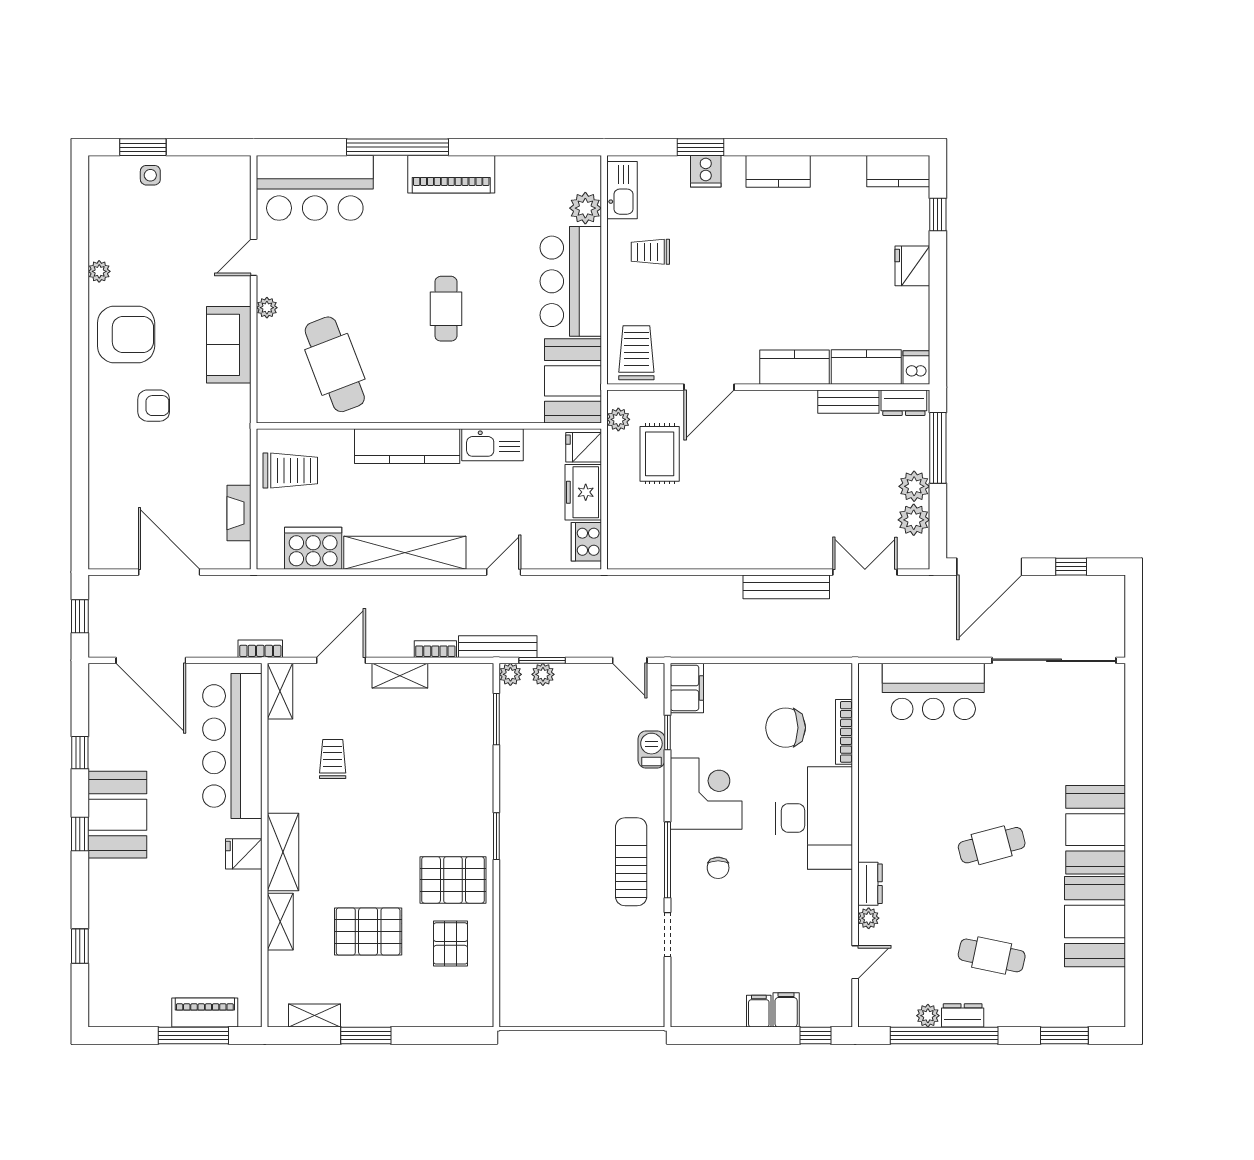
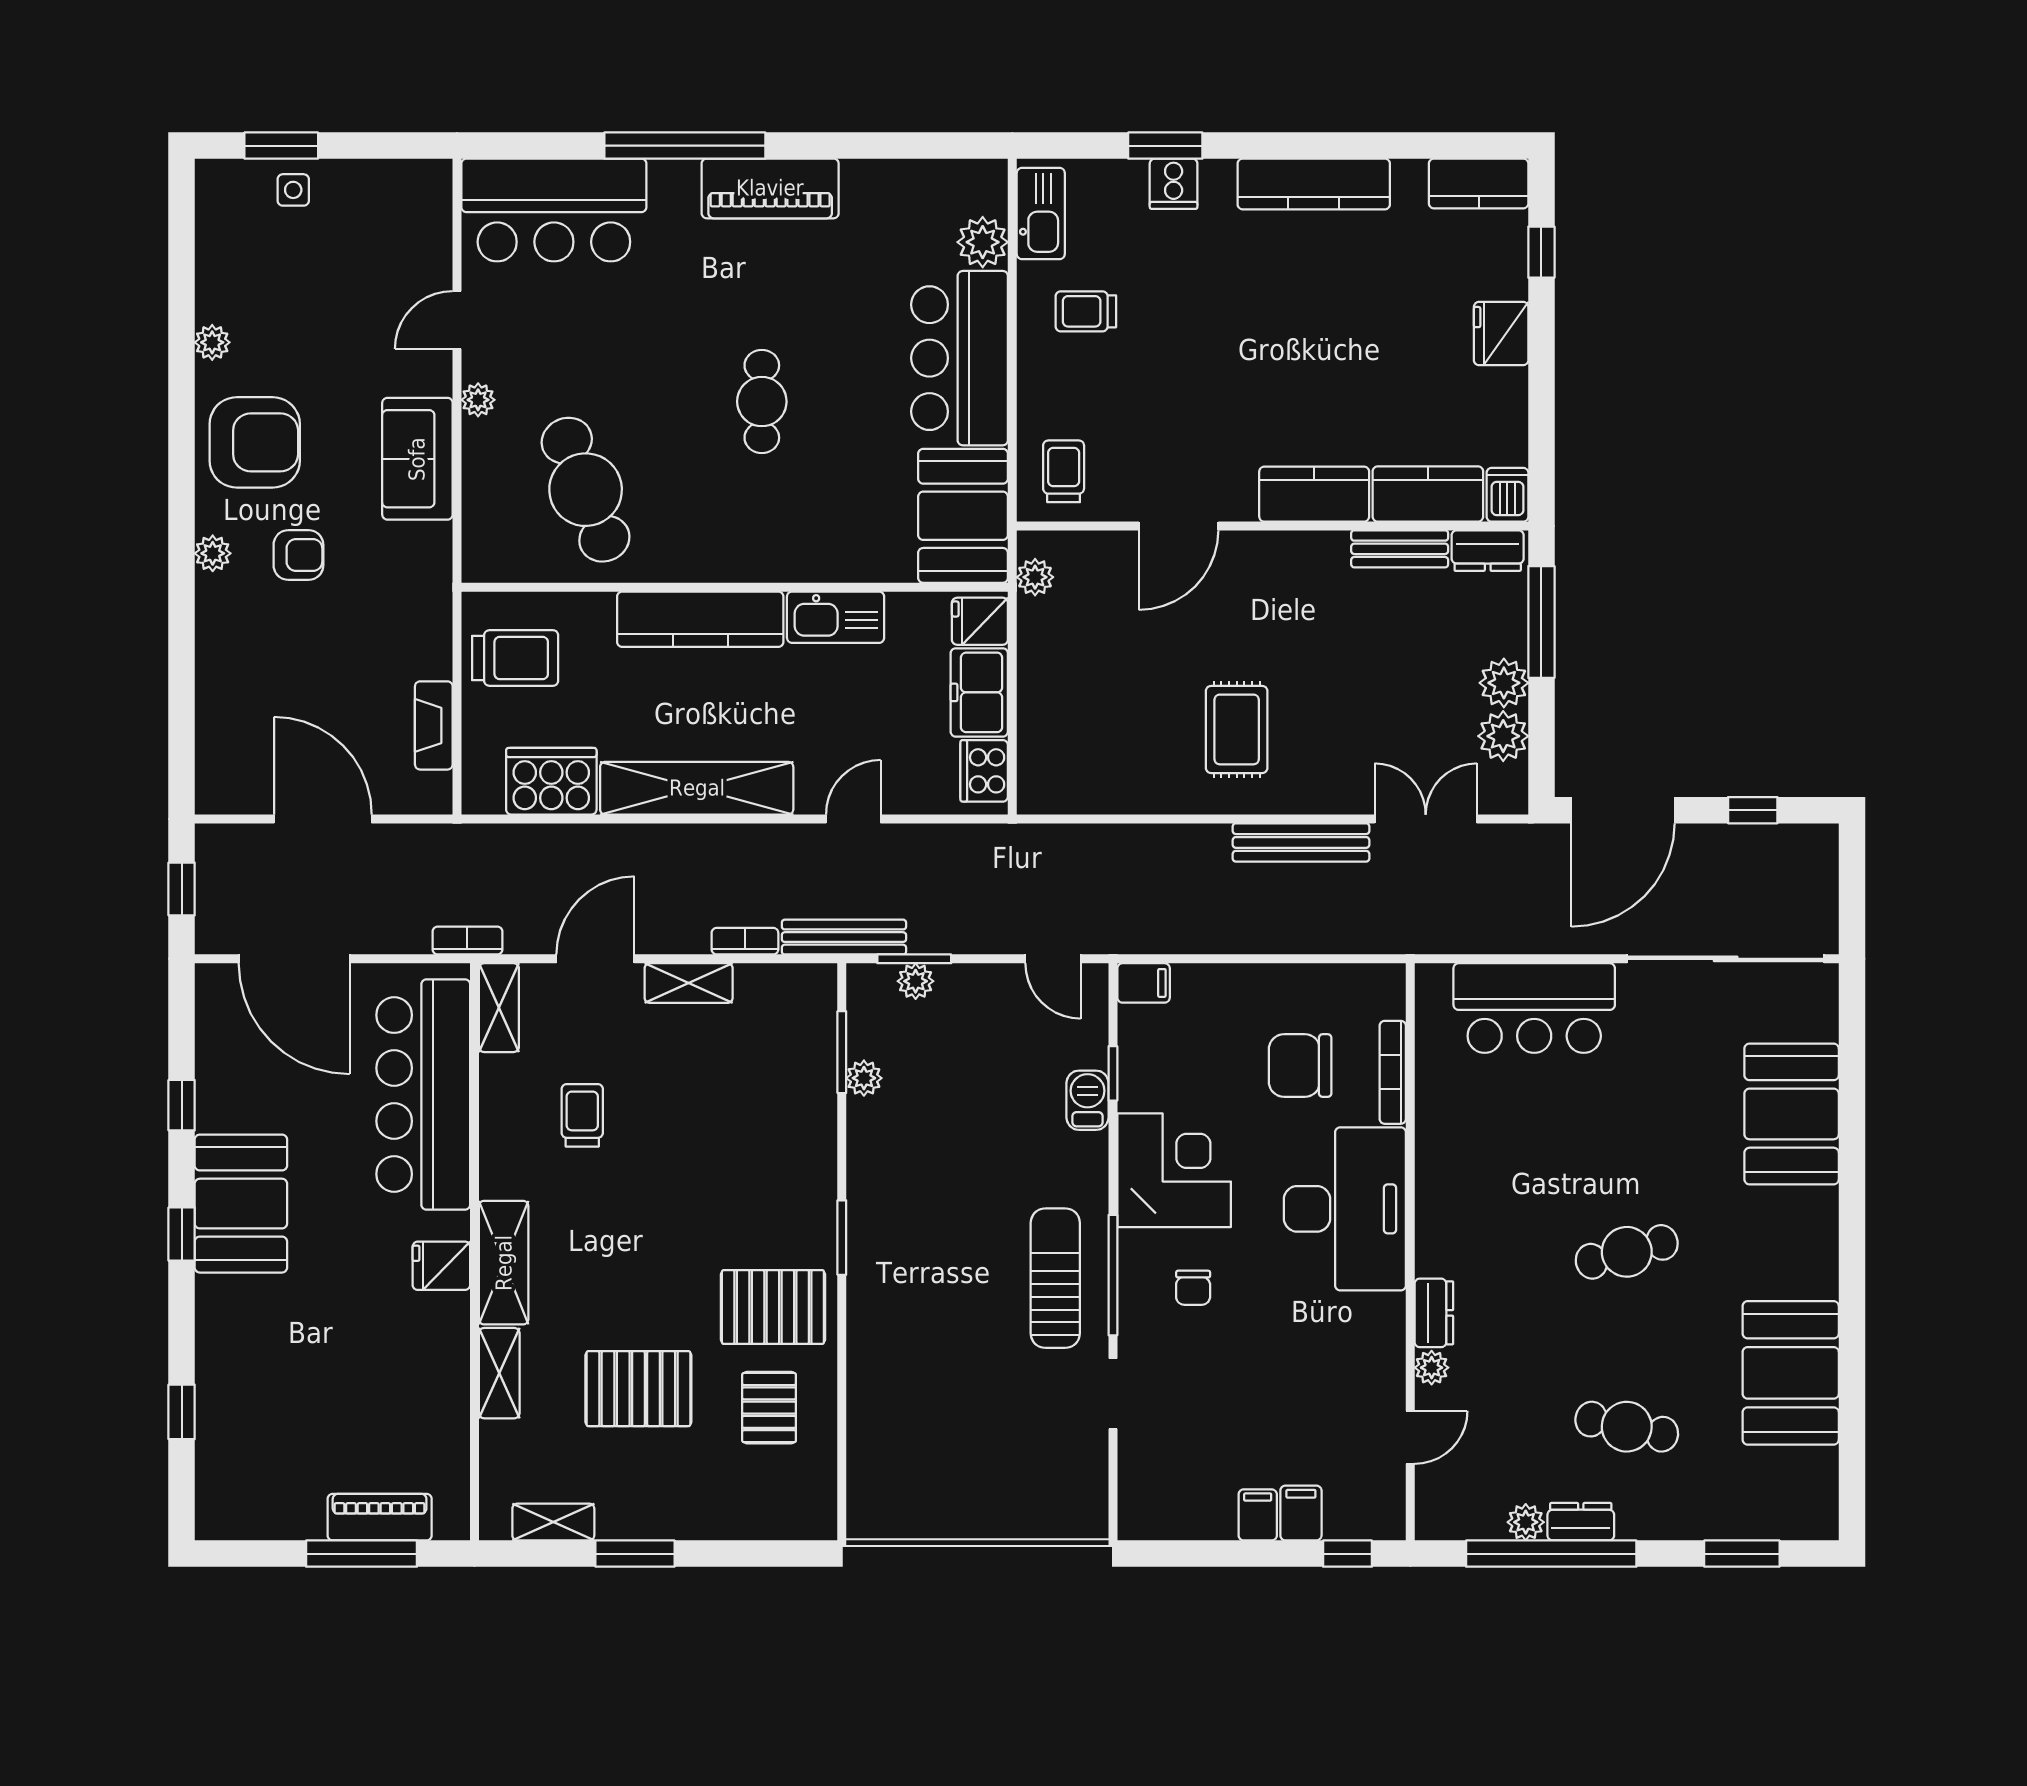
kitchen counter: (778, 171) -> (1314, 184), width x1.50
trolley: (636, 353) -> (1064, 471), width x0.73, depth x0.72
plant: (100, 404) -> (213, 553), added
rug: (660, 454) -> (1237, 729), moved
plant: (510, 674) -> (864, 1078), moved
filing cabinet: (687, 688) -> (1144, 983), width x0.50
booth: (1096, 830) -> (1792, 1114), moved

